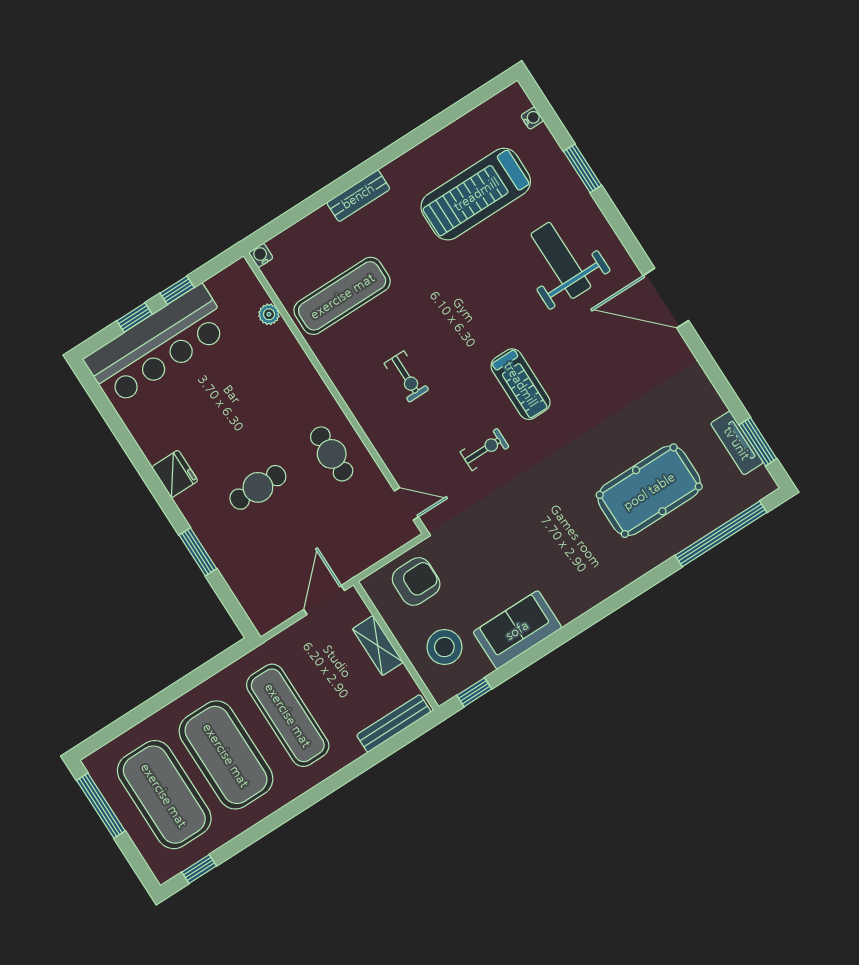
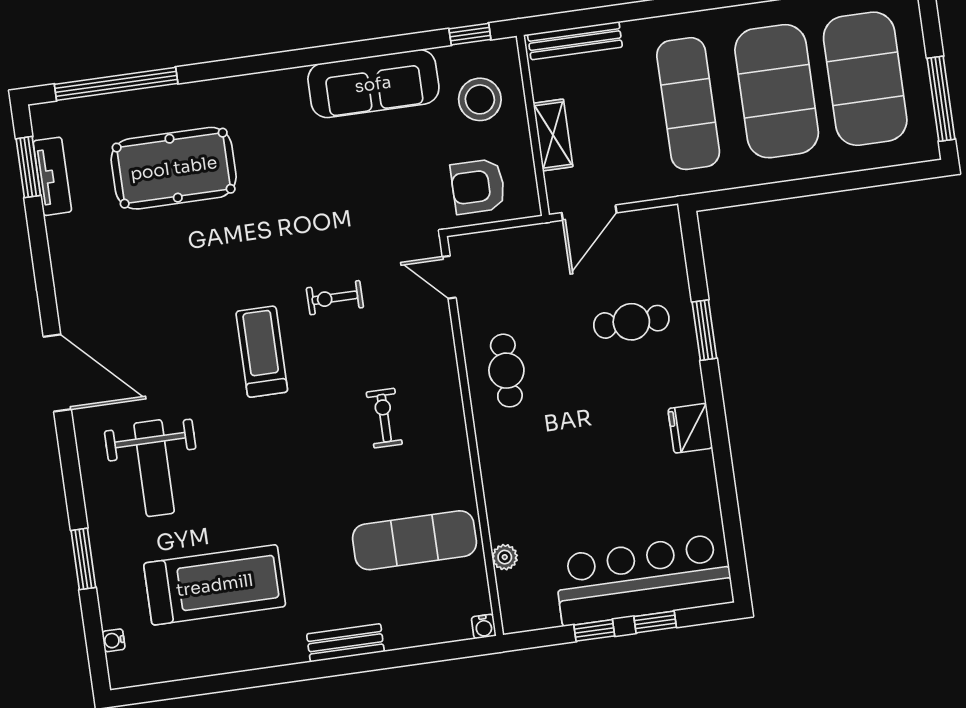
cafe table: (258, 487) -> (631, 322), moved
sofa: (517, 630) -> (373, 84), width x1.36

